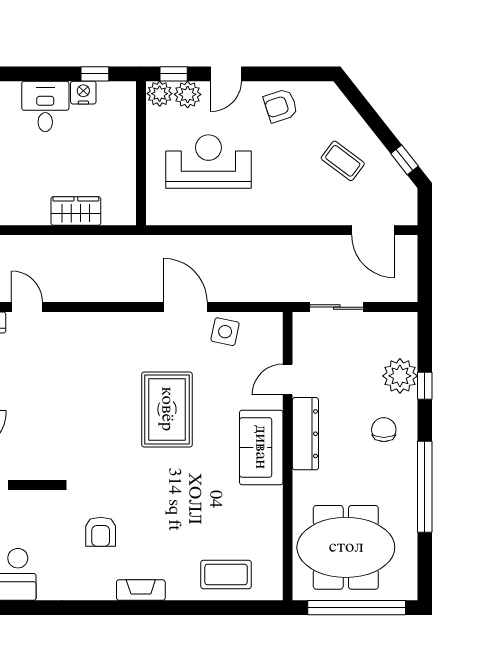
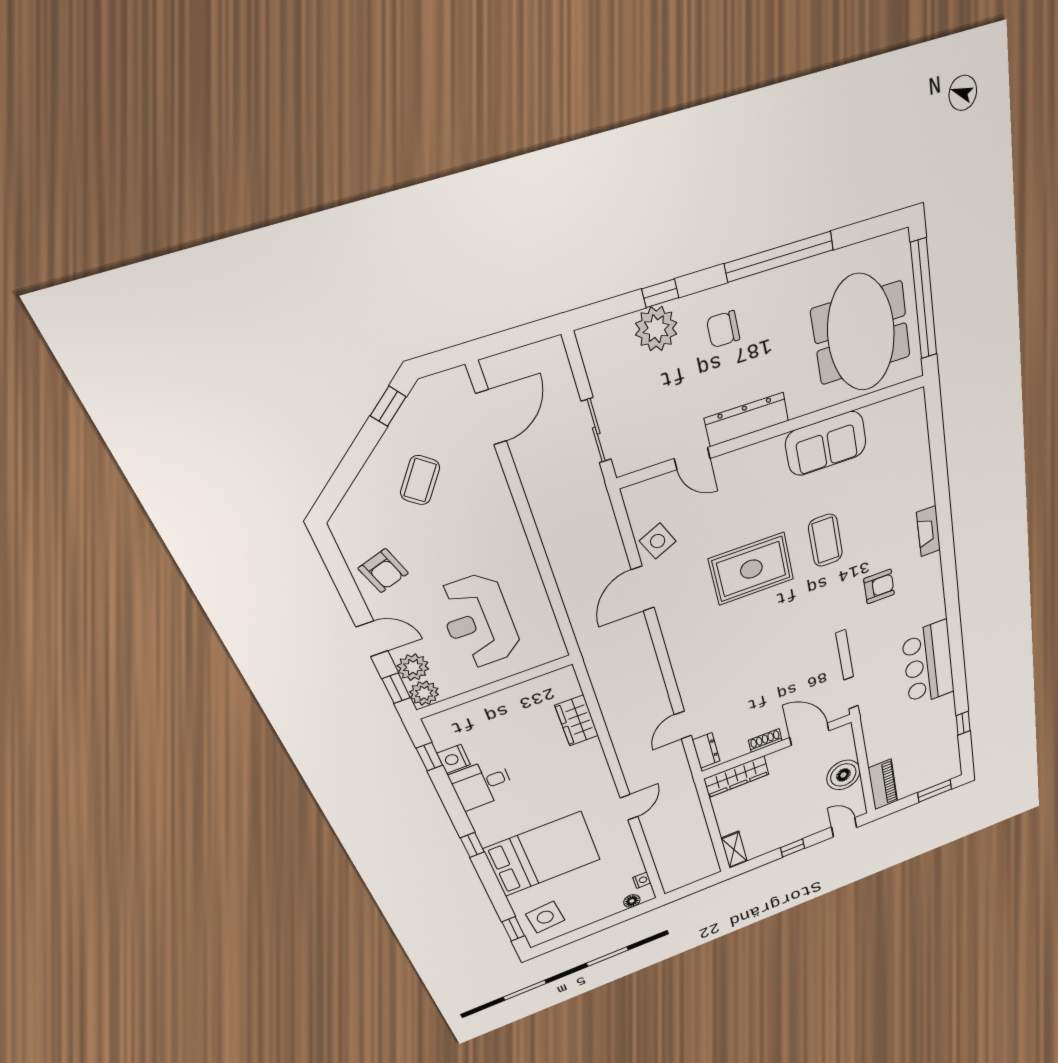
side table: (225, 332) -> (658, 541), turned -36
sofa: (261, 447) -> (826, 444), moved
coffee table: (226, 574) -> (825, 540), moved

